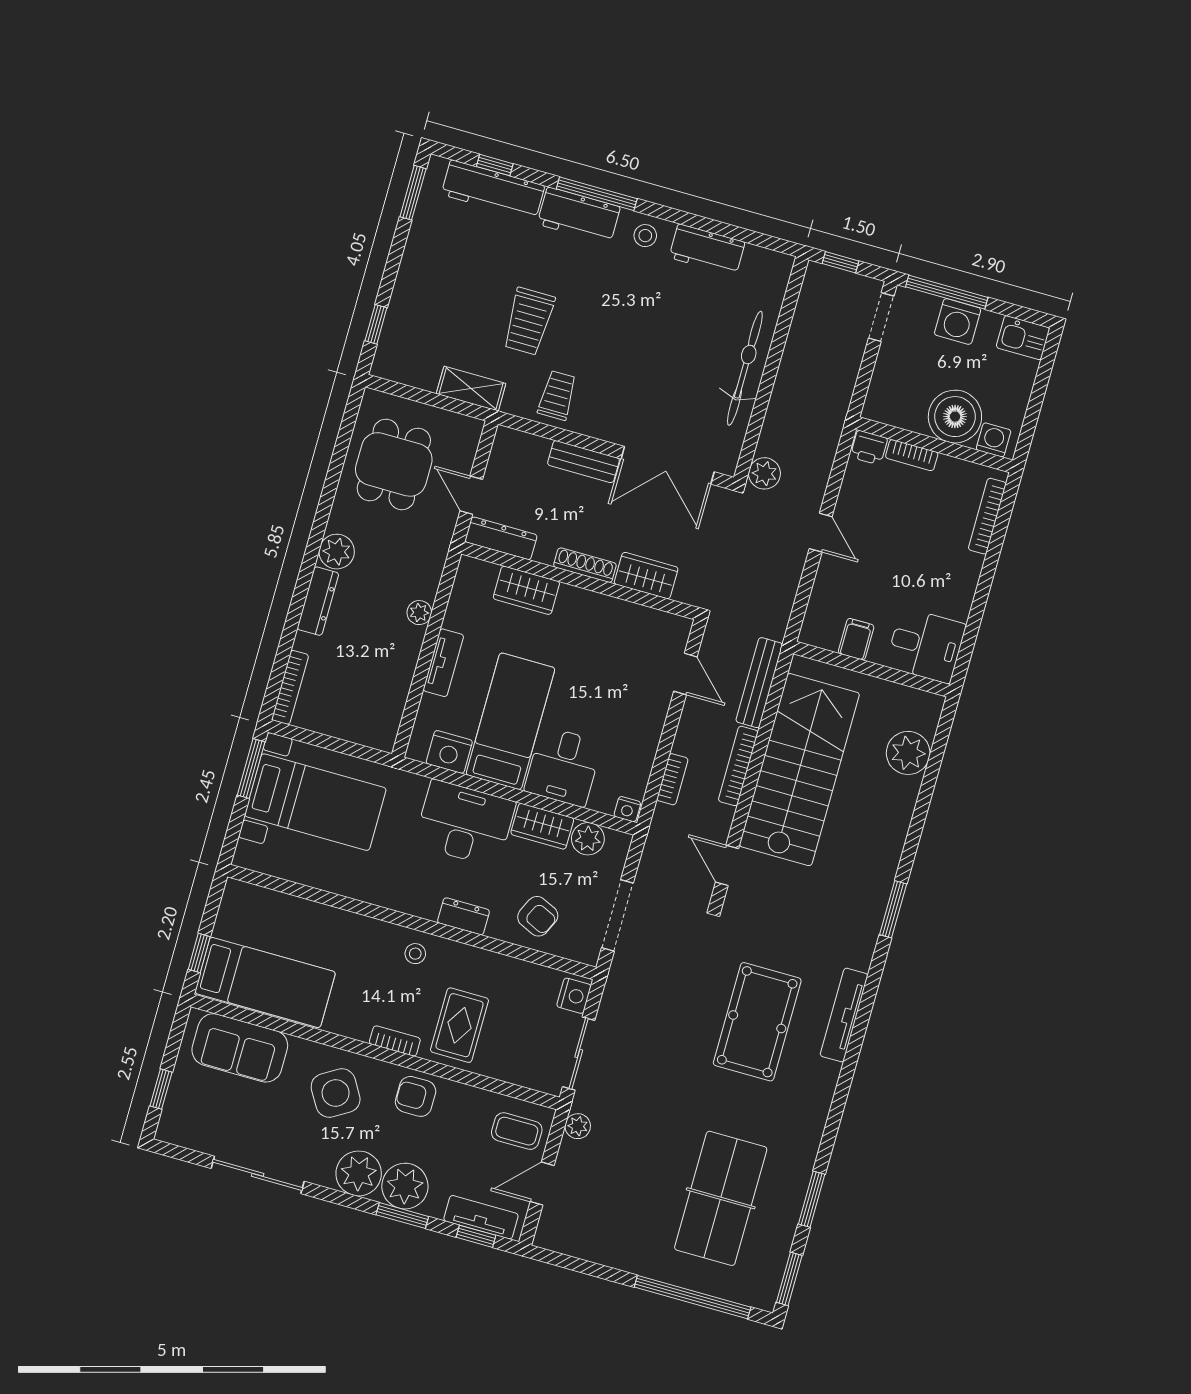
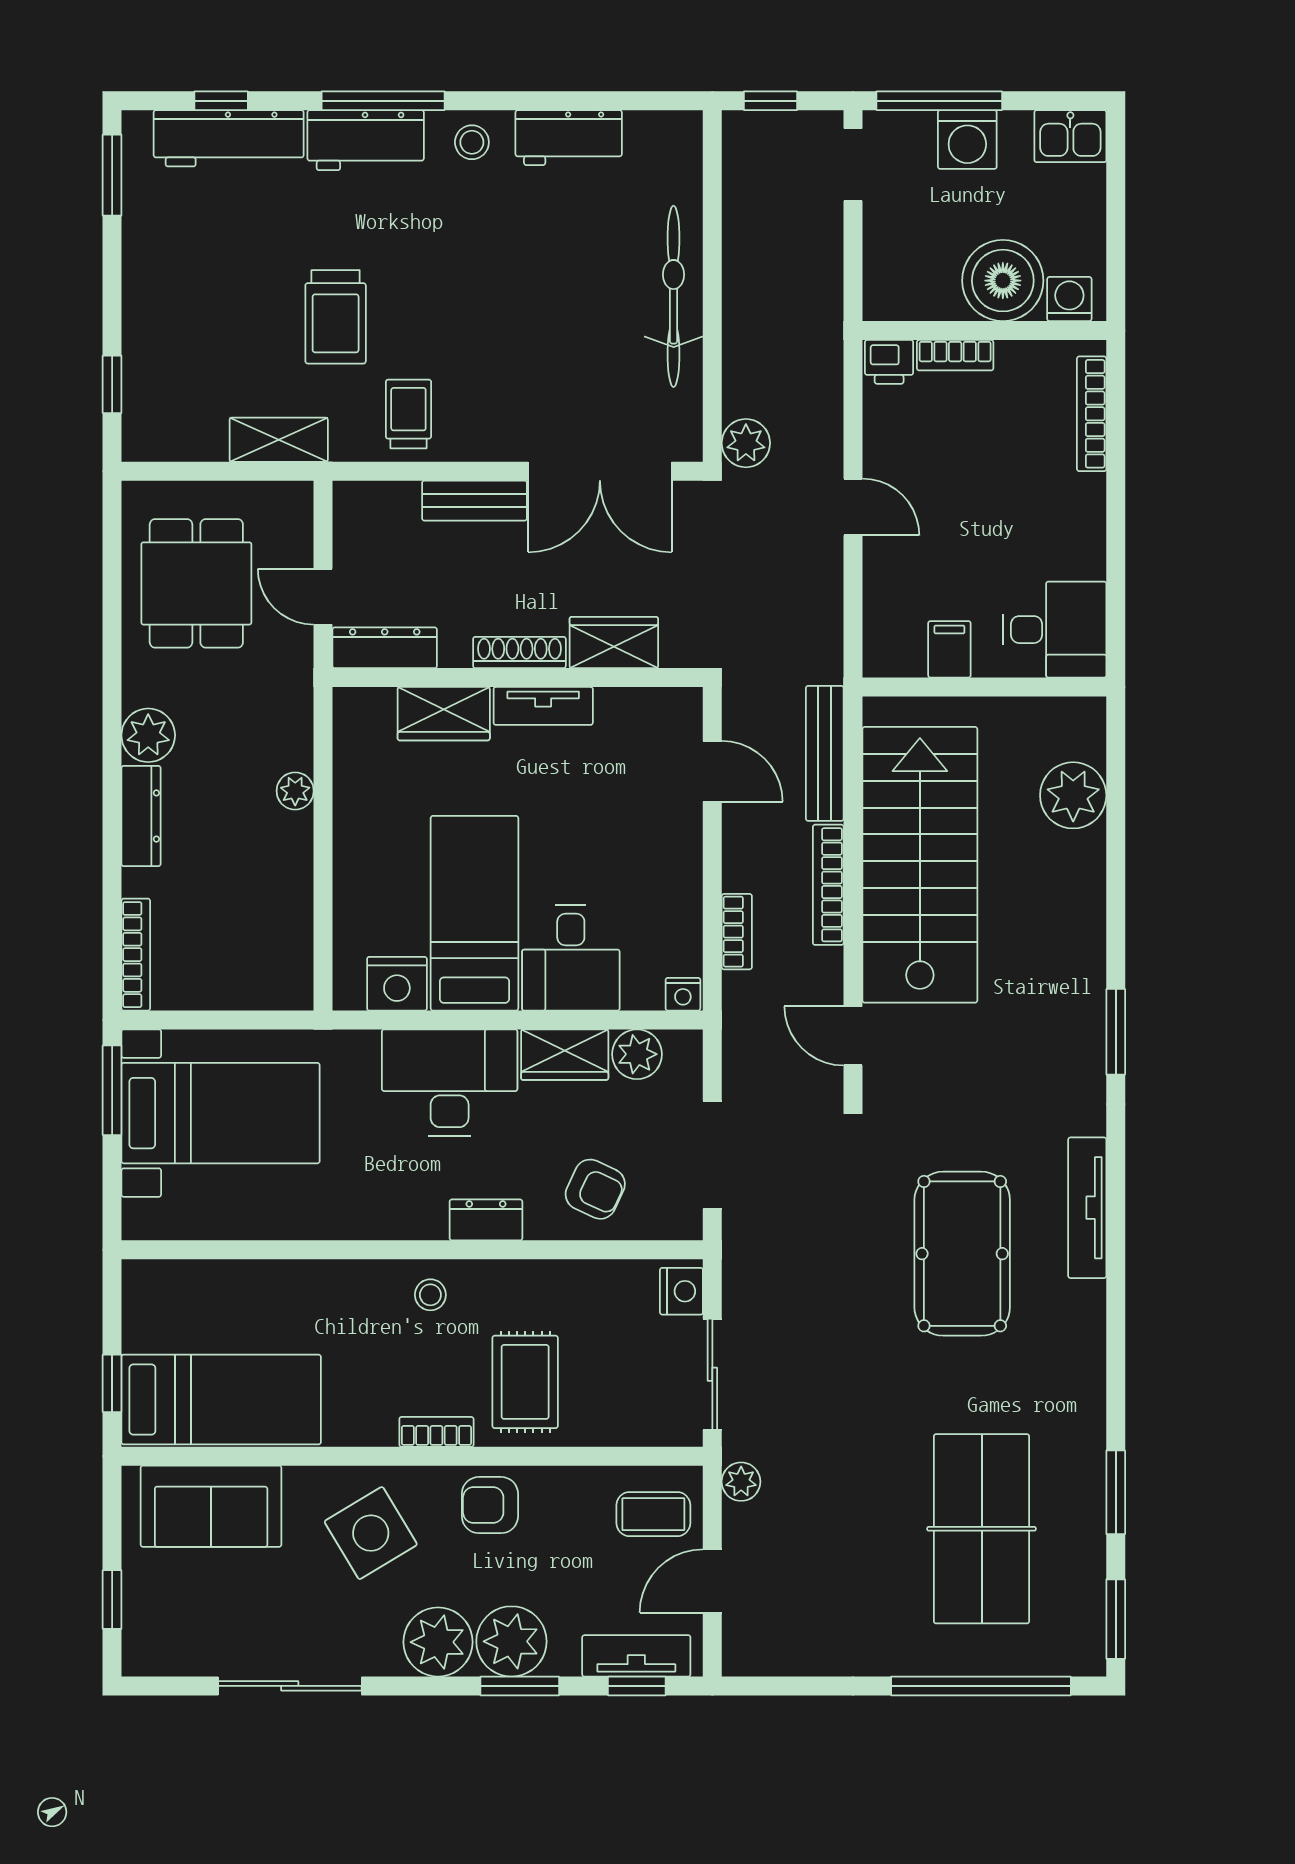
tv unit: (443, 663) -> (543, 706), moved, turned 90

